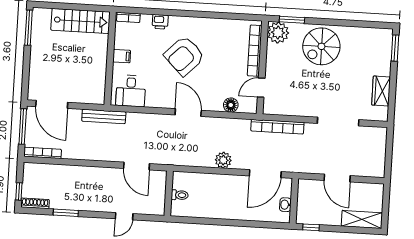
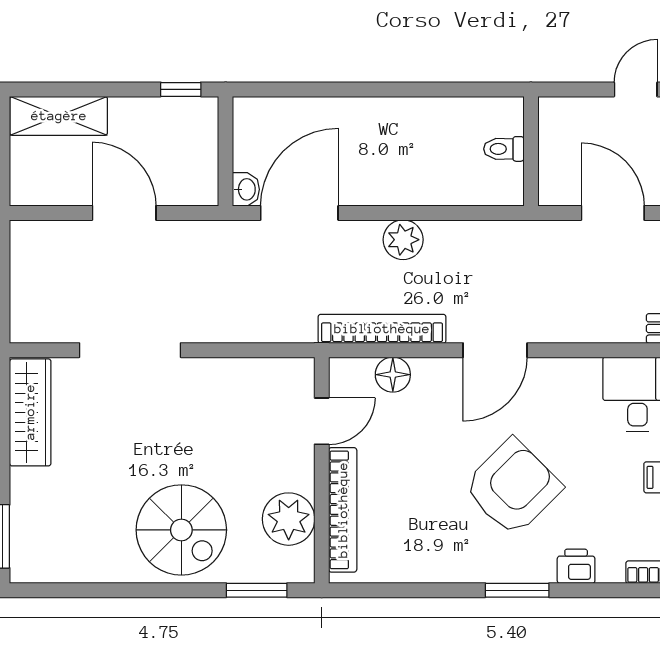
window: (185, 13) -> (517, 590), added
plant: (278, 33) -> (289, 519), moved
spiral stairs: (321, 46) -> (181, 530), turned 90
wardrobe: (381, 91) -> (30, 412), width x1.50
door: (188, 113) -> (495, 350), hinge flipped
bookcase: (277, 127) -> (382, 329), moved
washbasin: (285, 205) -> (246, 189), moved

